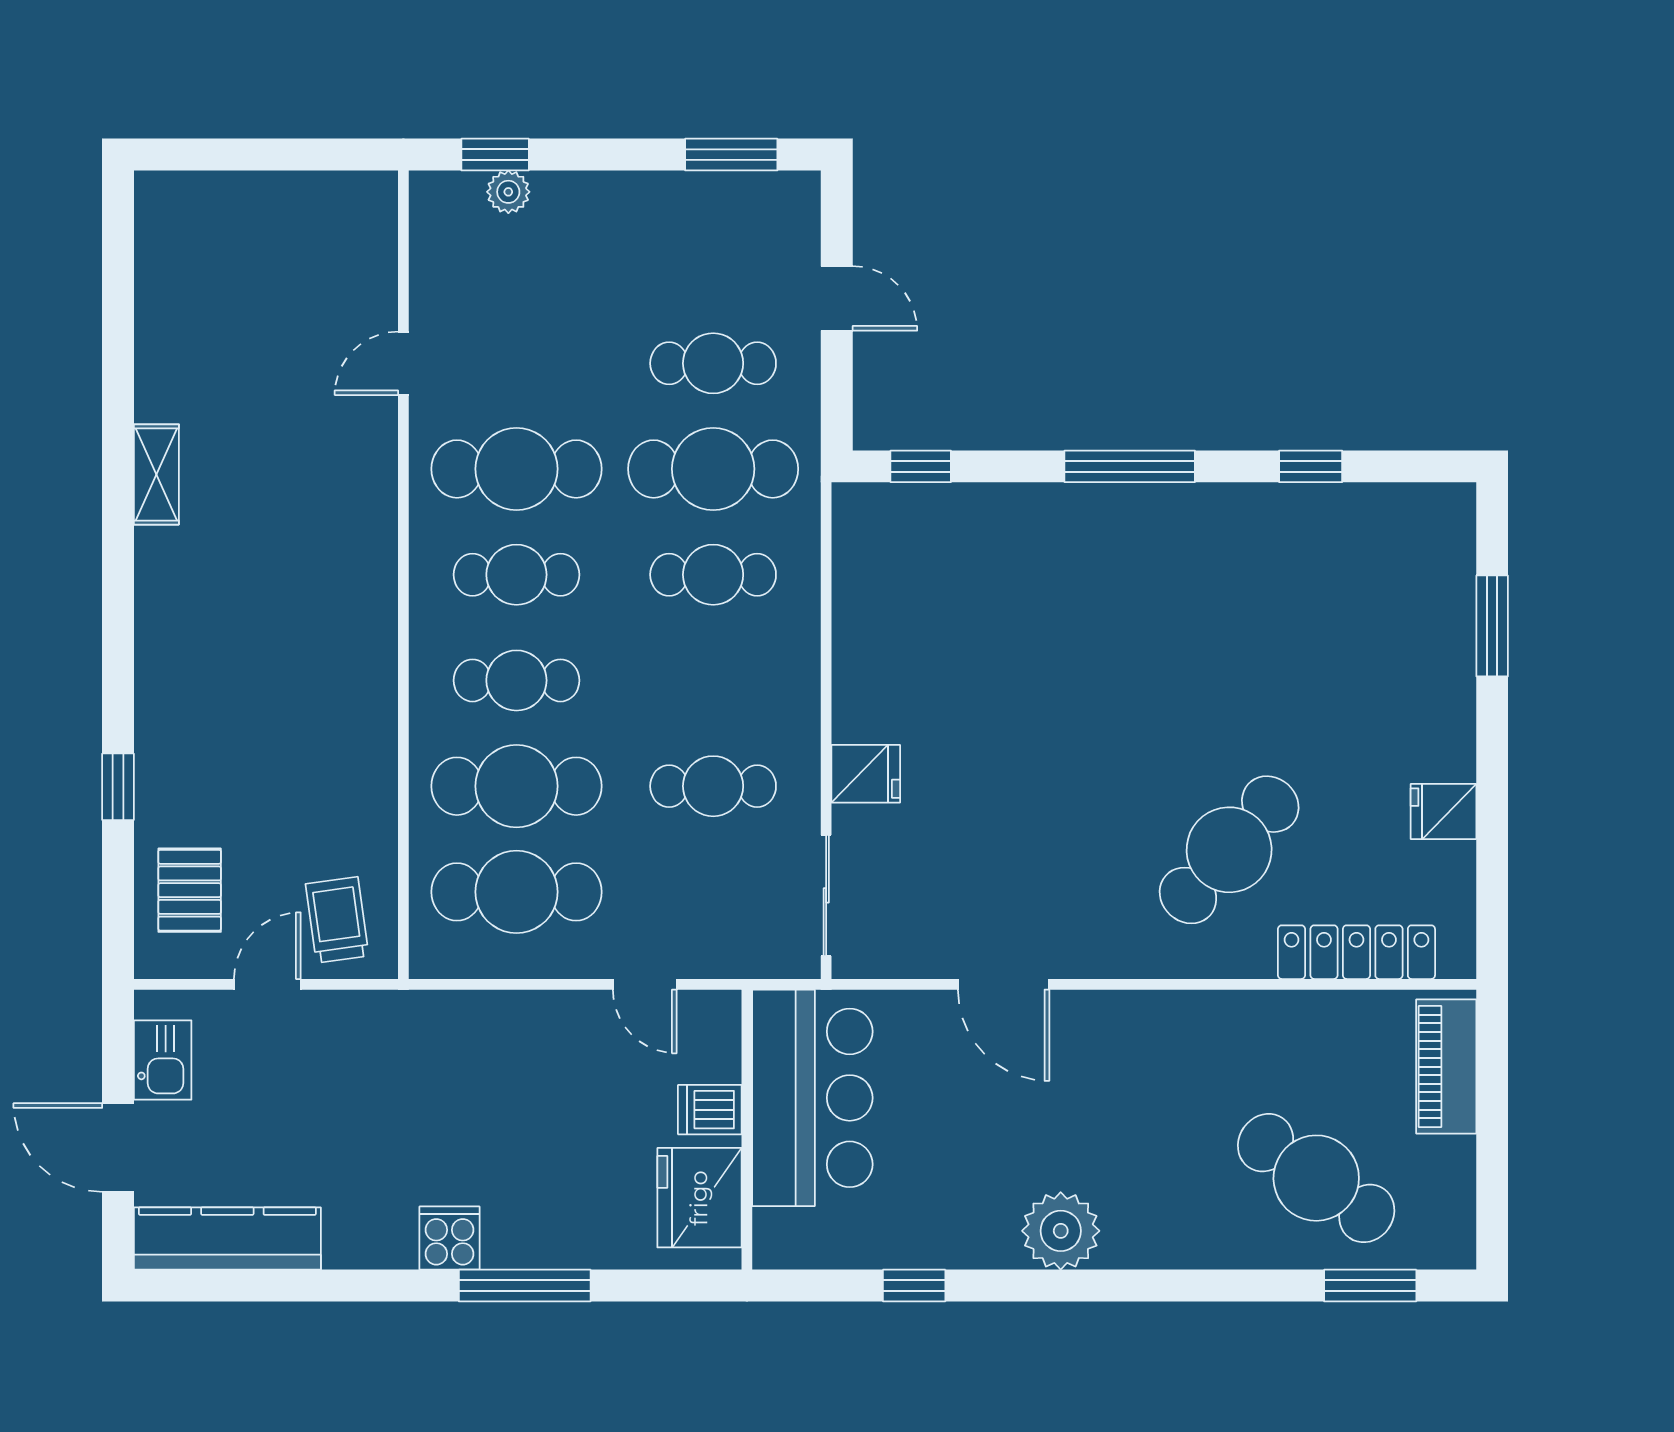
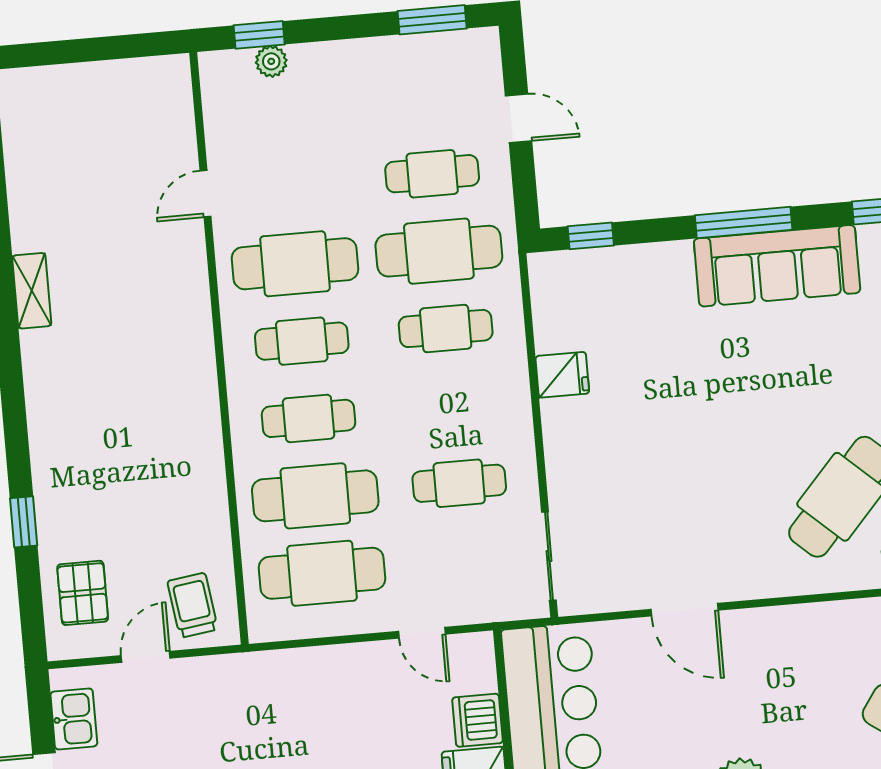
sofa: (1170, 529) -> (777, 266), added
fridge: (866, 774) -> (562, 375), moved
dishwasher: (710, 1110) -> (477, 720), width x1.38

